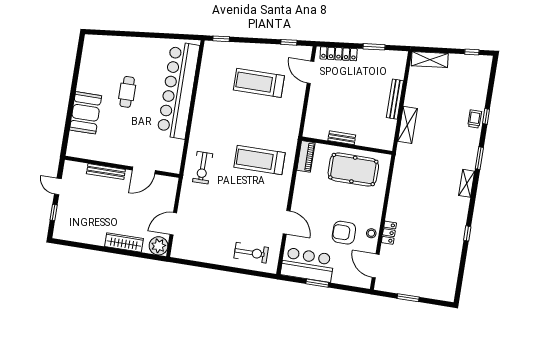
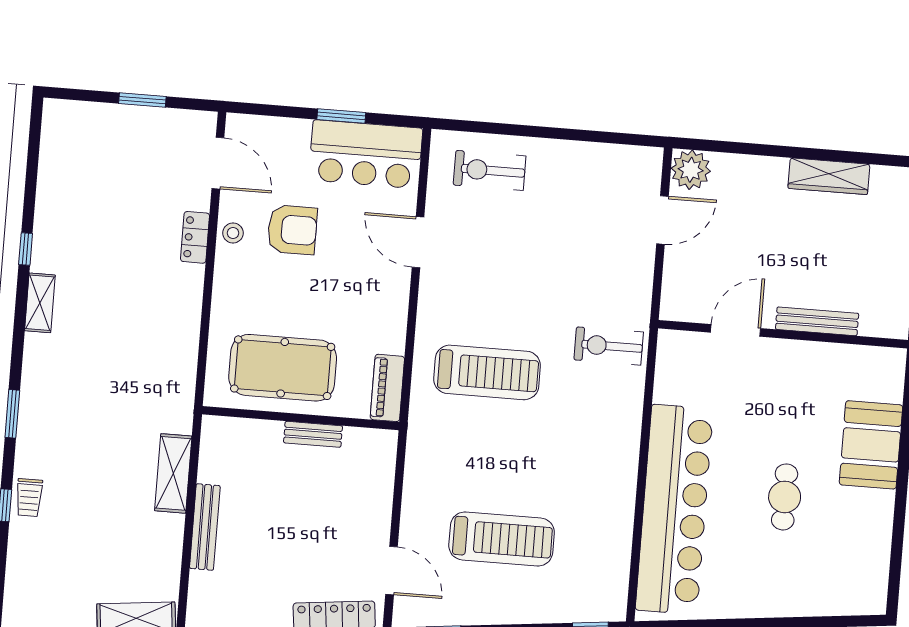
exercise bike: (203, 168) -> (609, 346), turned -90
shelving: (467, 183) -> (40, 303), moved
wardrobe: (124, 242) -> (829, 176), moved

